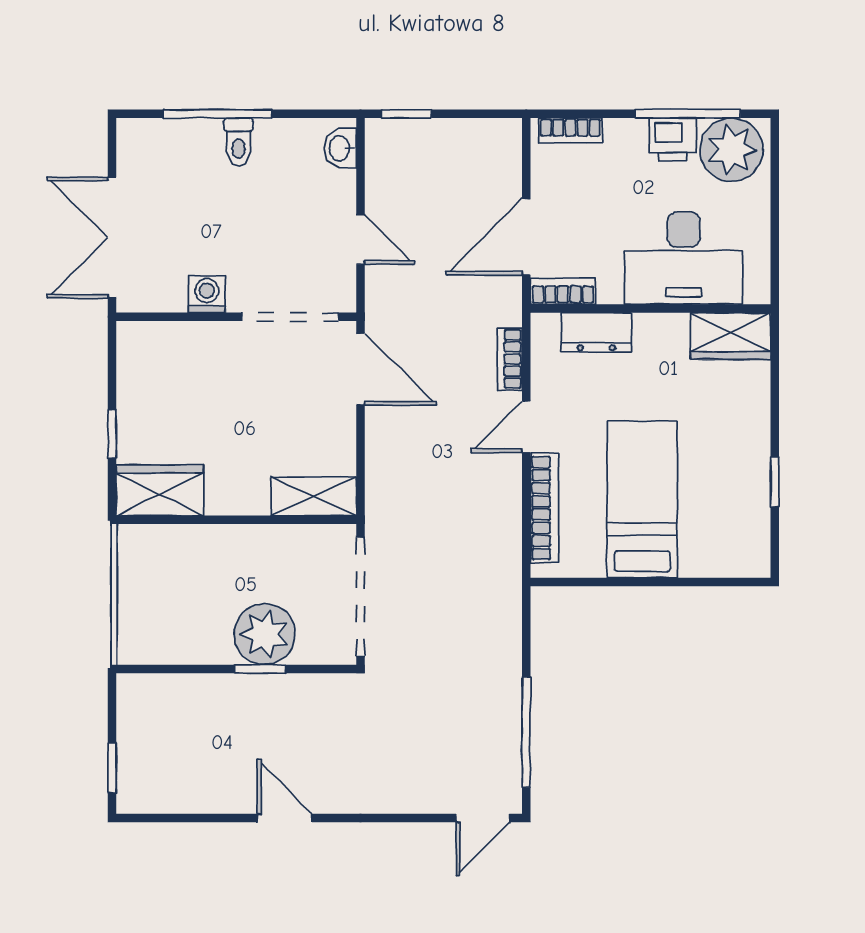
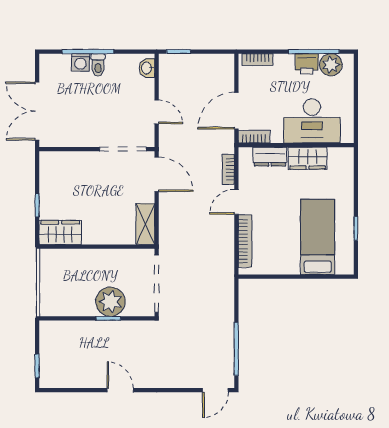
plant: (732, 150) -> (331, 65), width x0.73, depth x0.73
washing machine: (207, 294) -> (80, 62), moved, turned 180
wardrobe: (731, 336) -> (308, 158), moved
shelving: (314, 496) -> (145, 224), moved, turned 90
bed: (642, 499) -> (318, 237), moved

